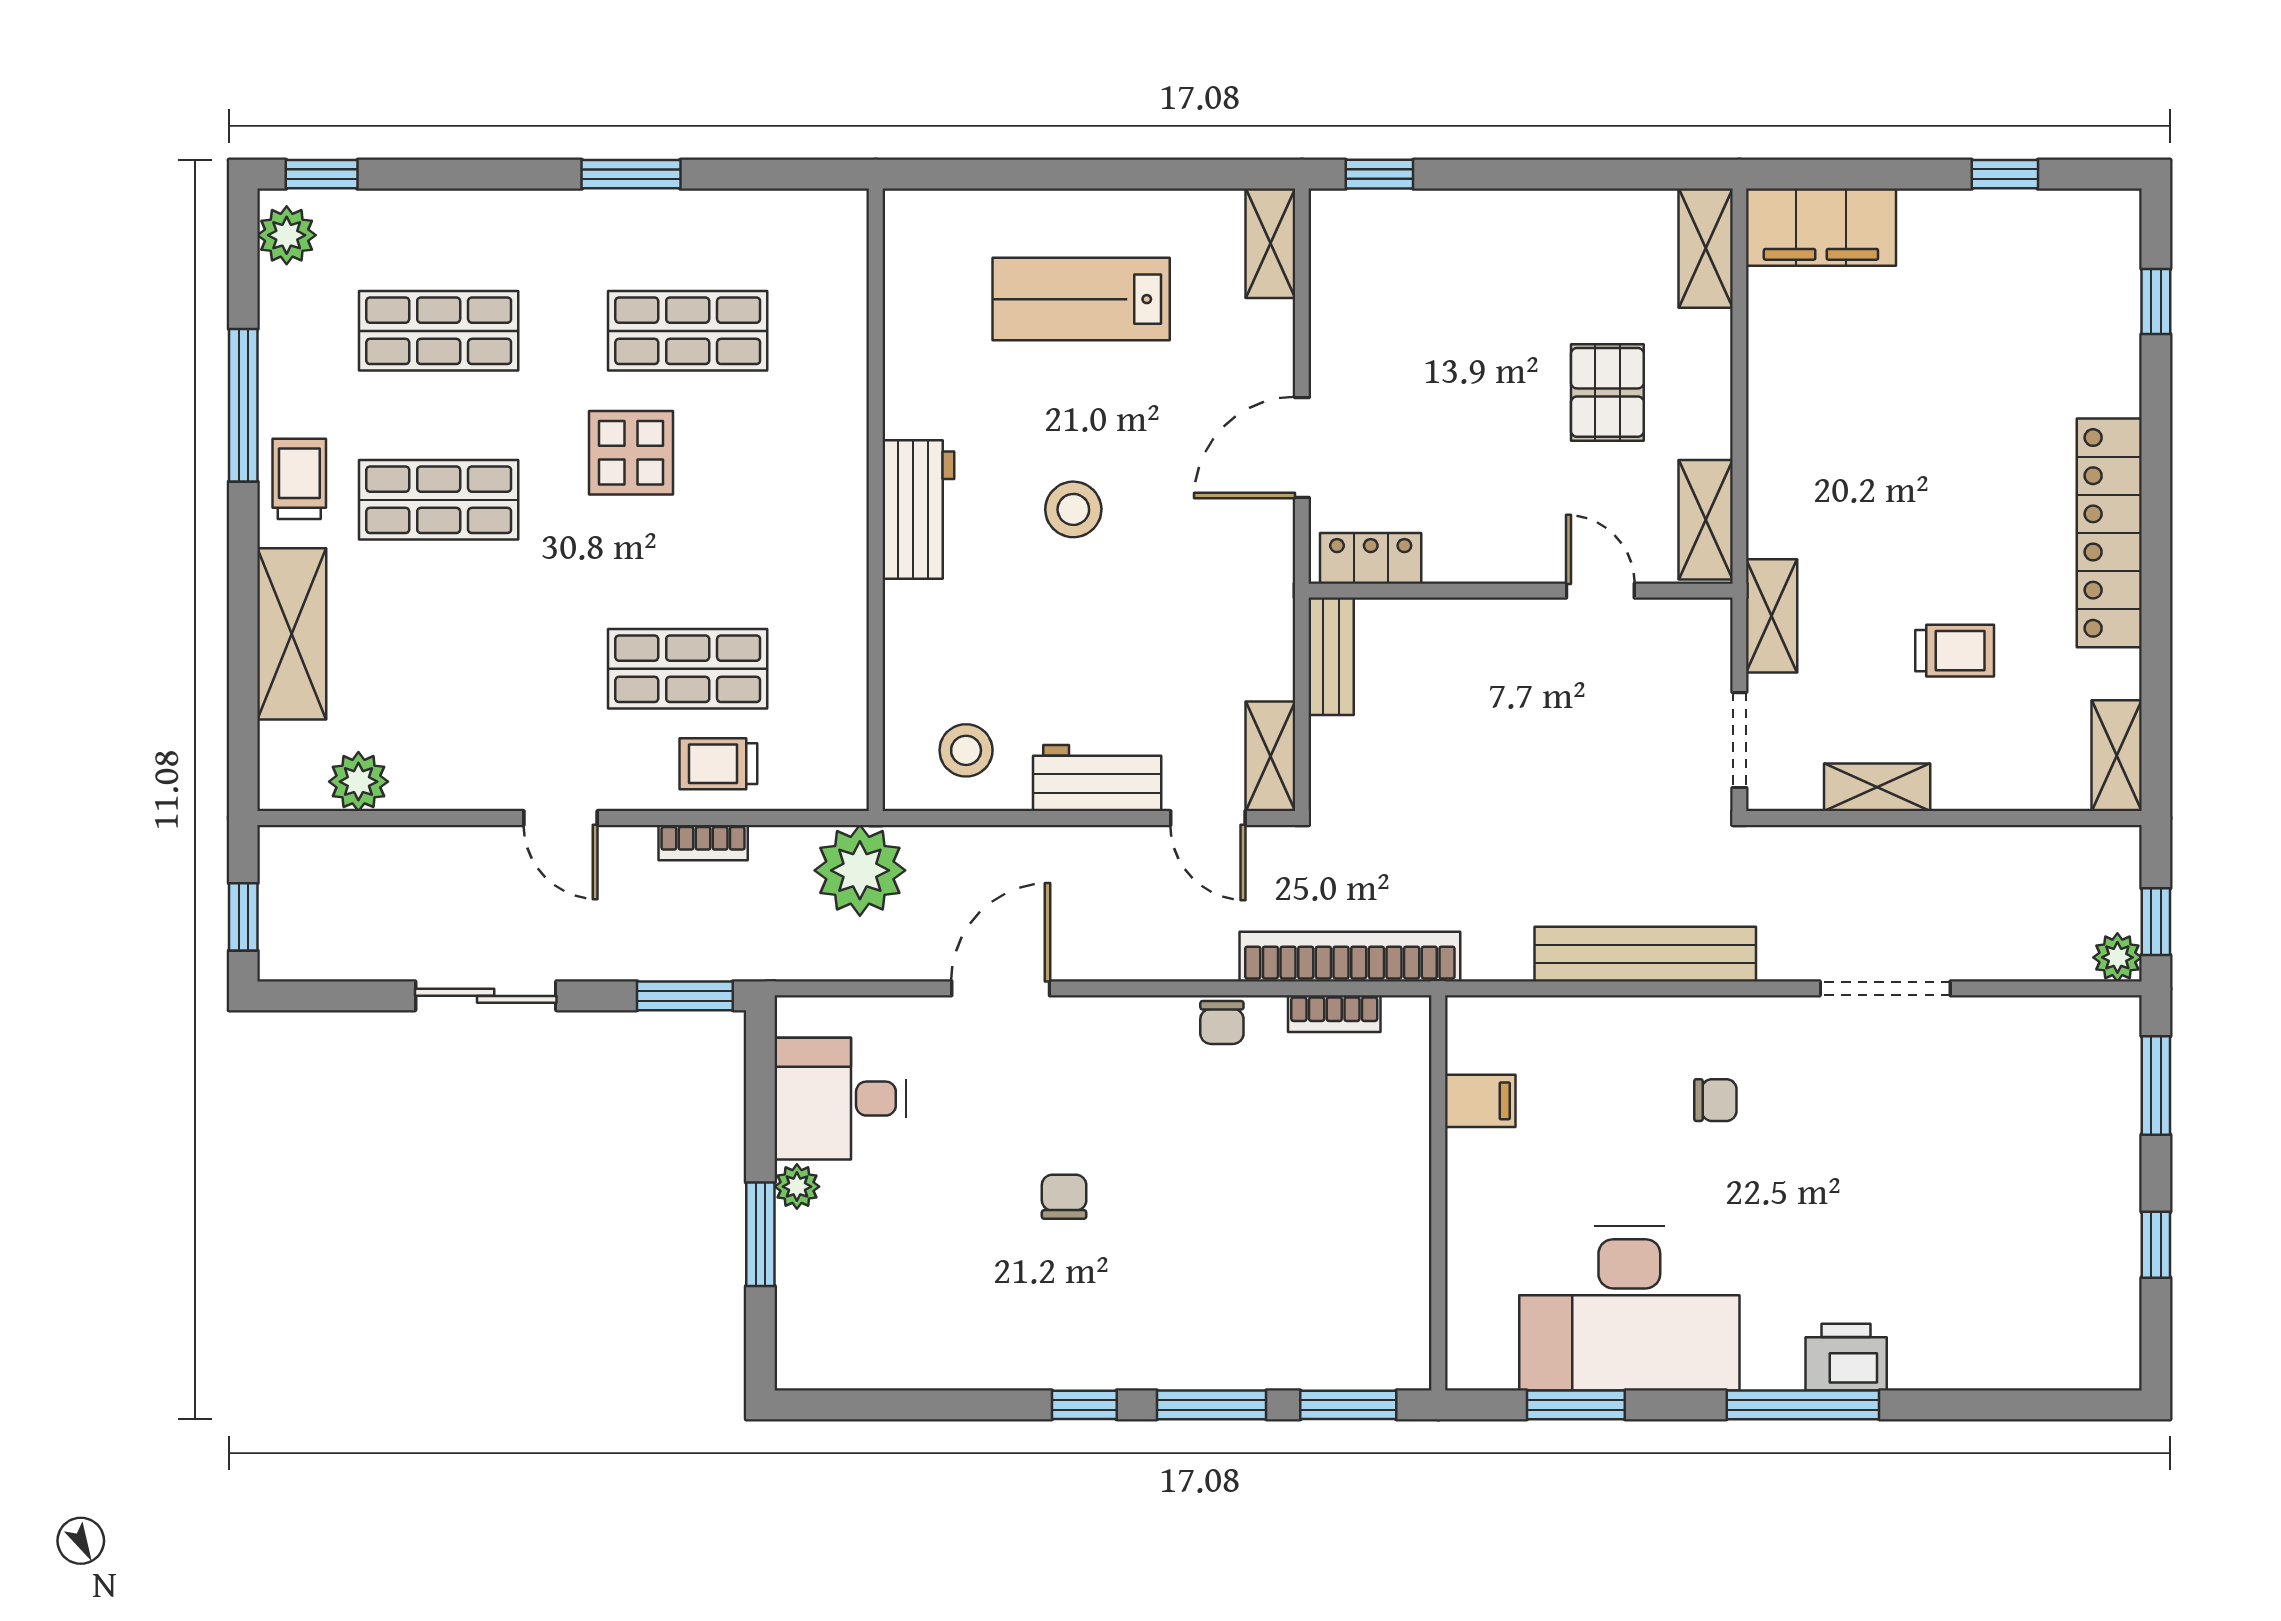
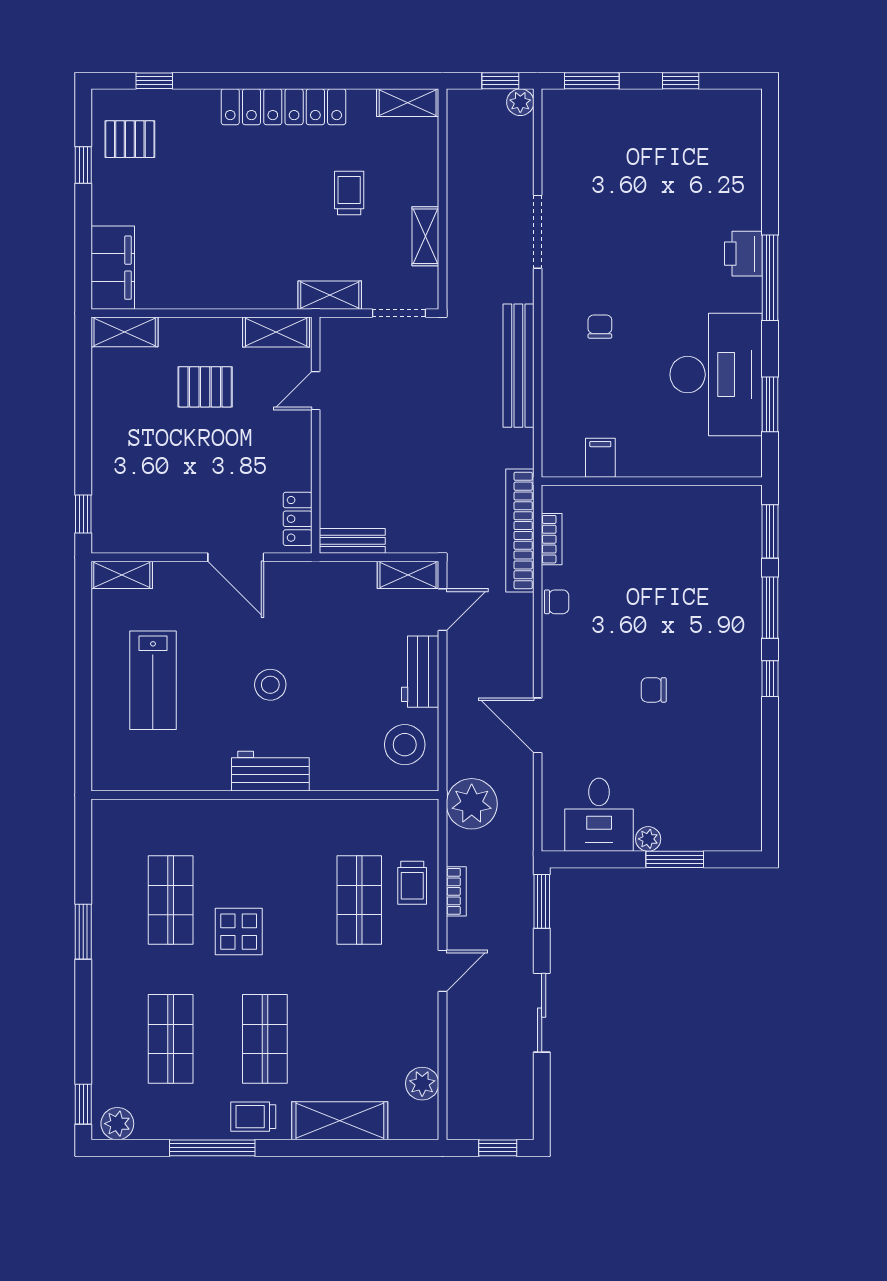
pallet: (2051, 258) -> (130, 139), added
stool: (966, 750) -> (405, 745), width x1.38, depth x1.38

